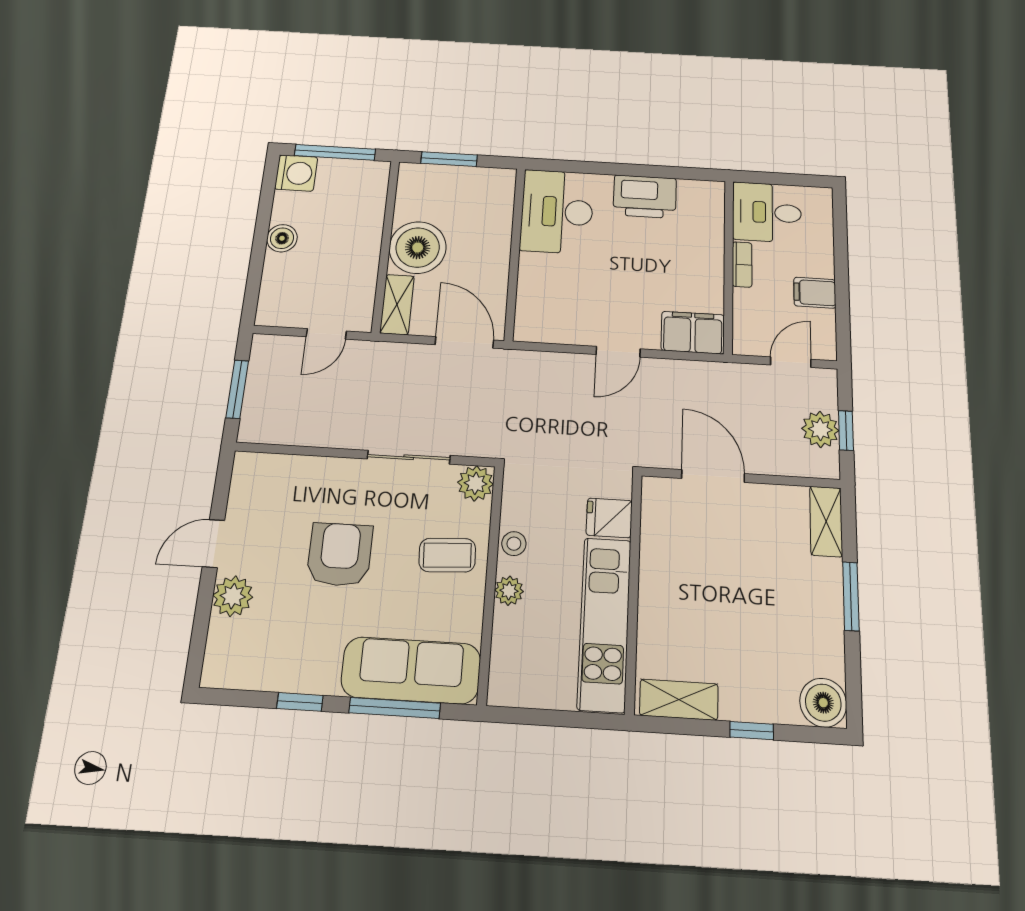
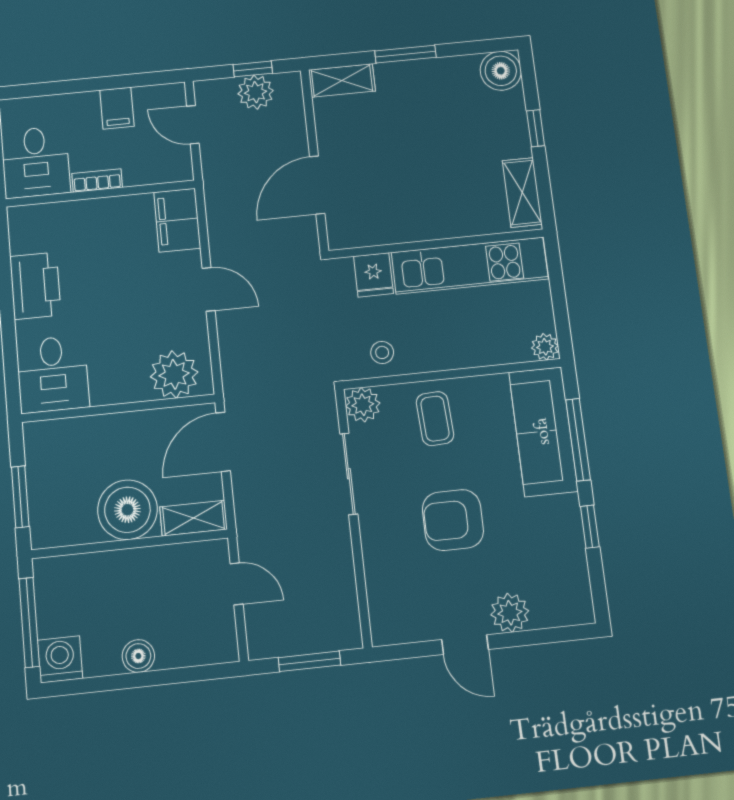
desk: (557, 212) -> (53, 374), width x0.73
plant: (539, 307) -> (174, 374), added
stool: (514, 544) -> (382, 352), moved
plant: (509, 591) -> (545, 347), moved

